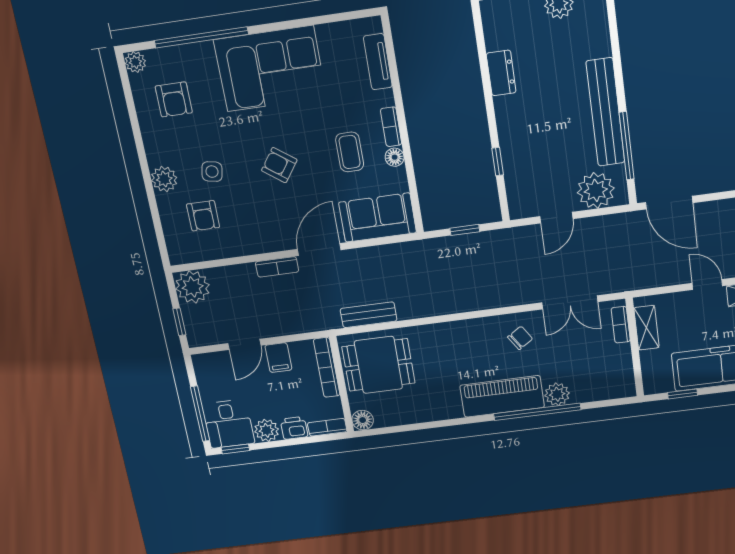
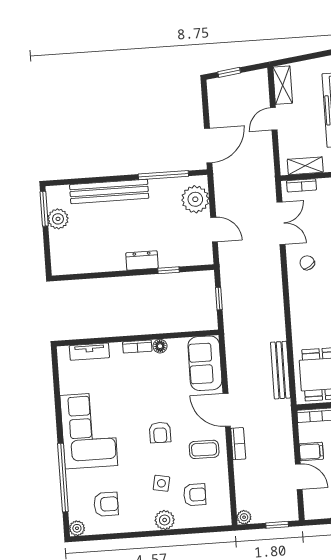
dresser: (501, 73) -> (142, 261), moved
bench: (605, 112) -> (109, 191), moved
coffee table: (350, 152) -> (204, 449), moved
armchair: (279, 165) -> (160, 432), turned -36
plant: (193, 287) -> (244, 517), width x0.53, depth x0.53
bench: (369, 315) -> (280, 370), width x1.36

